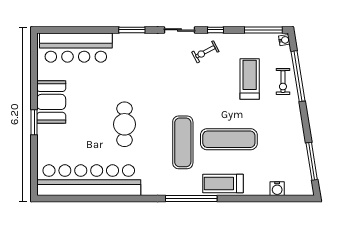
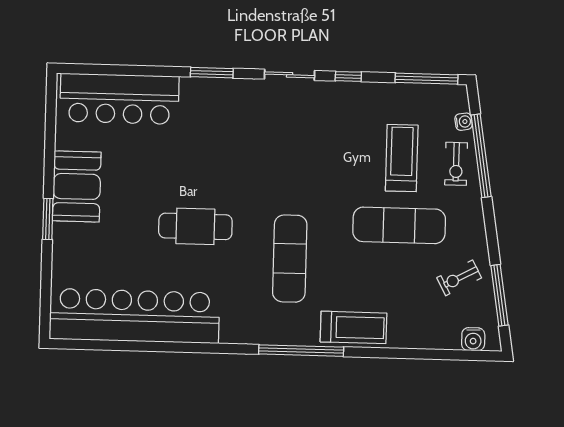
water cooler: (284, 40) -> (464, 122), moved
exercise bike: (205, 52) -> (459, 278), moved
cafe table: (125, 124) -> (195, 226), turned 90
exercise mat: (229, 139) -> (399, 225), moved
treadmill: (223, 183) -> (353, 327), turned 180
water cooler: (277, 189) -> (473, 339), moved

